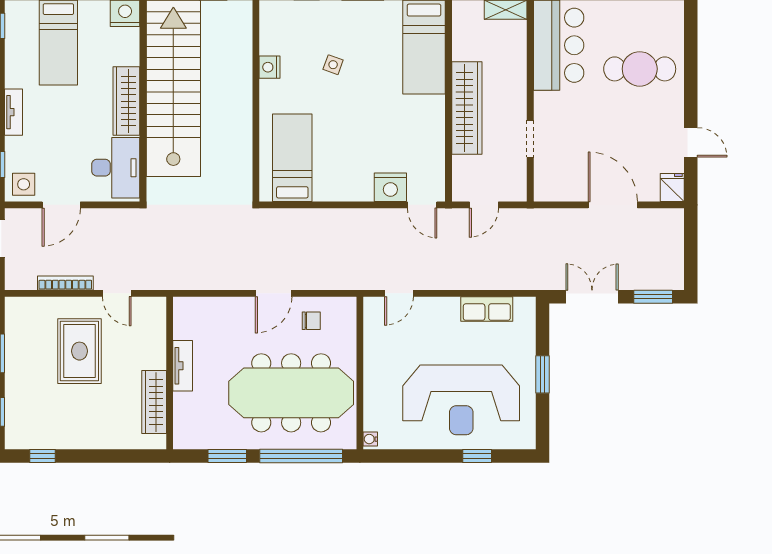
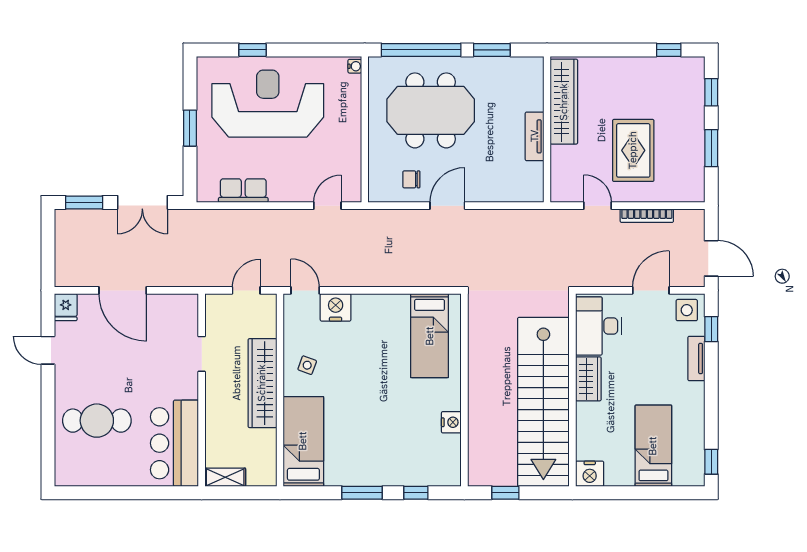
side table: (333, 65) -> (307, 365), moved
wardrobe: (126, 101) -> (588, 379), width x0.67
tv unit: (14, 112) -> (696, 358), moved
meeting table: (291, 393) -> (431, 110), width x0.73
wardrobe: (154, 402) -> (564, 102), width x1.40, depth x1.17

